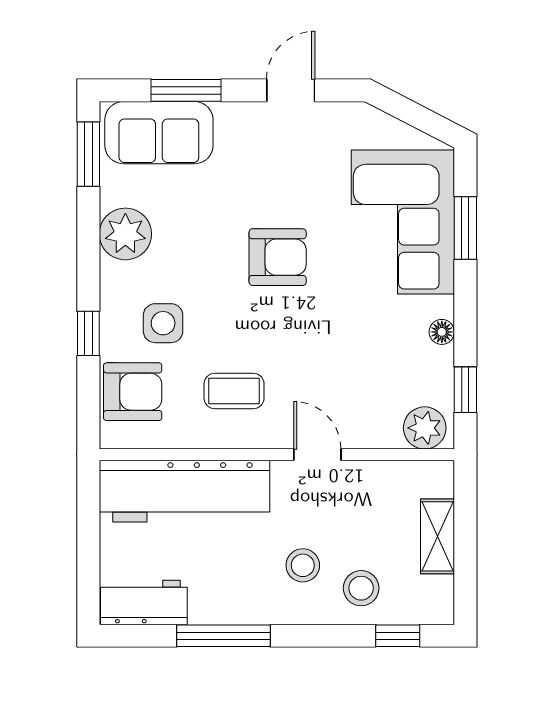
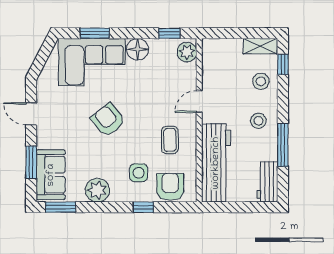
armchair: (278, 257) -> (108, 120), turned -39
floor lamp: (442, 332) -> (137, 49), width x1.89, depth x1.89
shelving: (438, 536) -> (260, 46), moved
stool: (303, 565) -> (258, 121), moved

